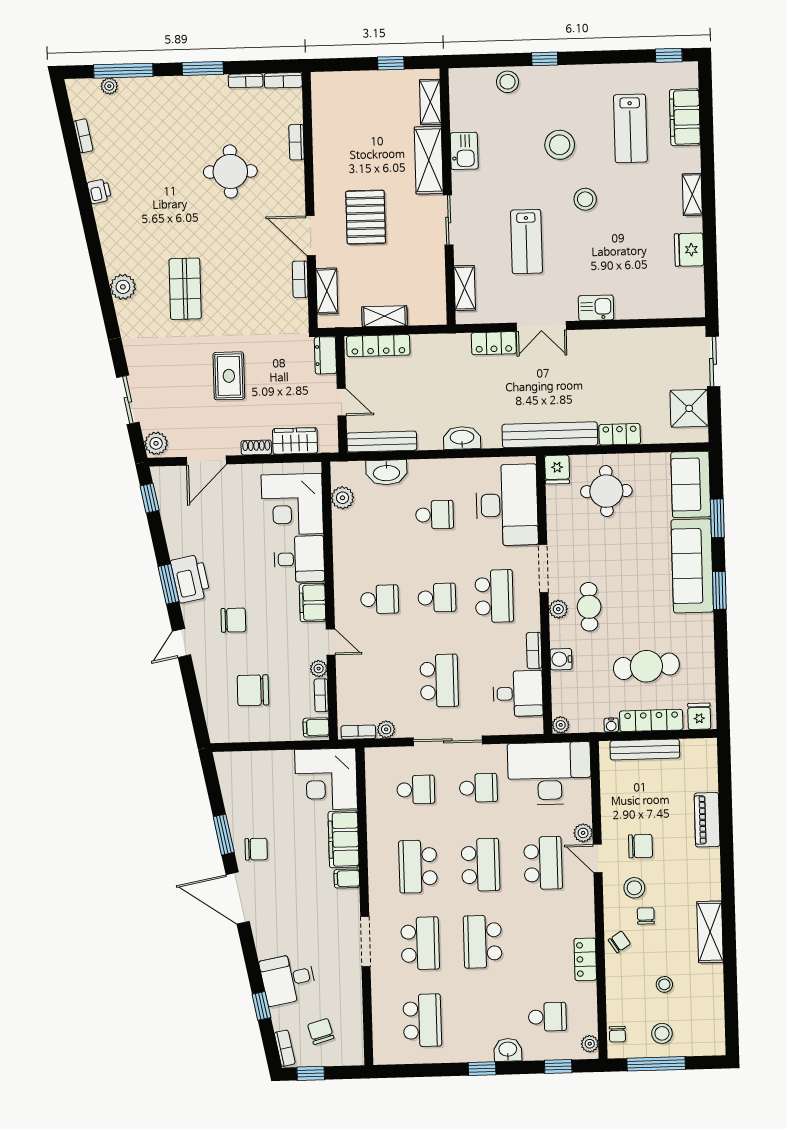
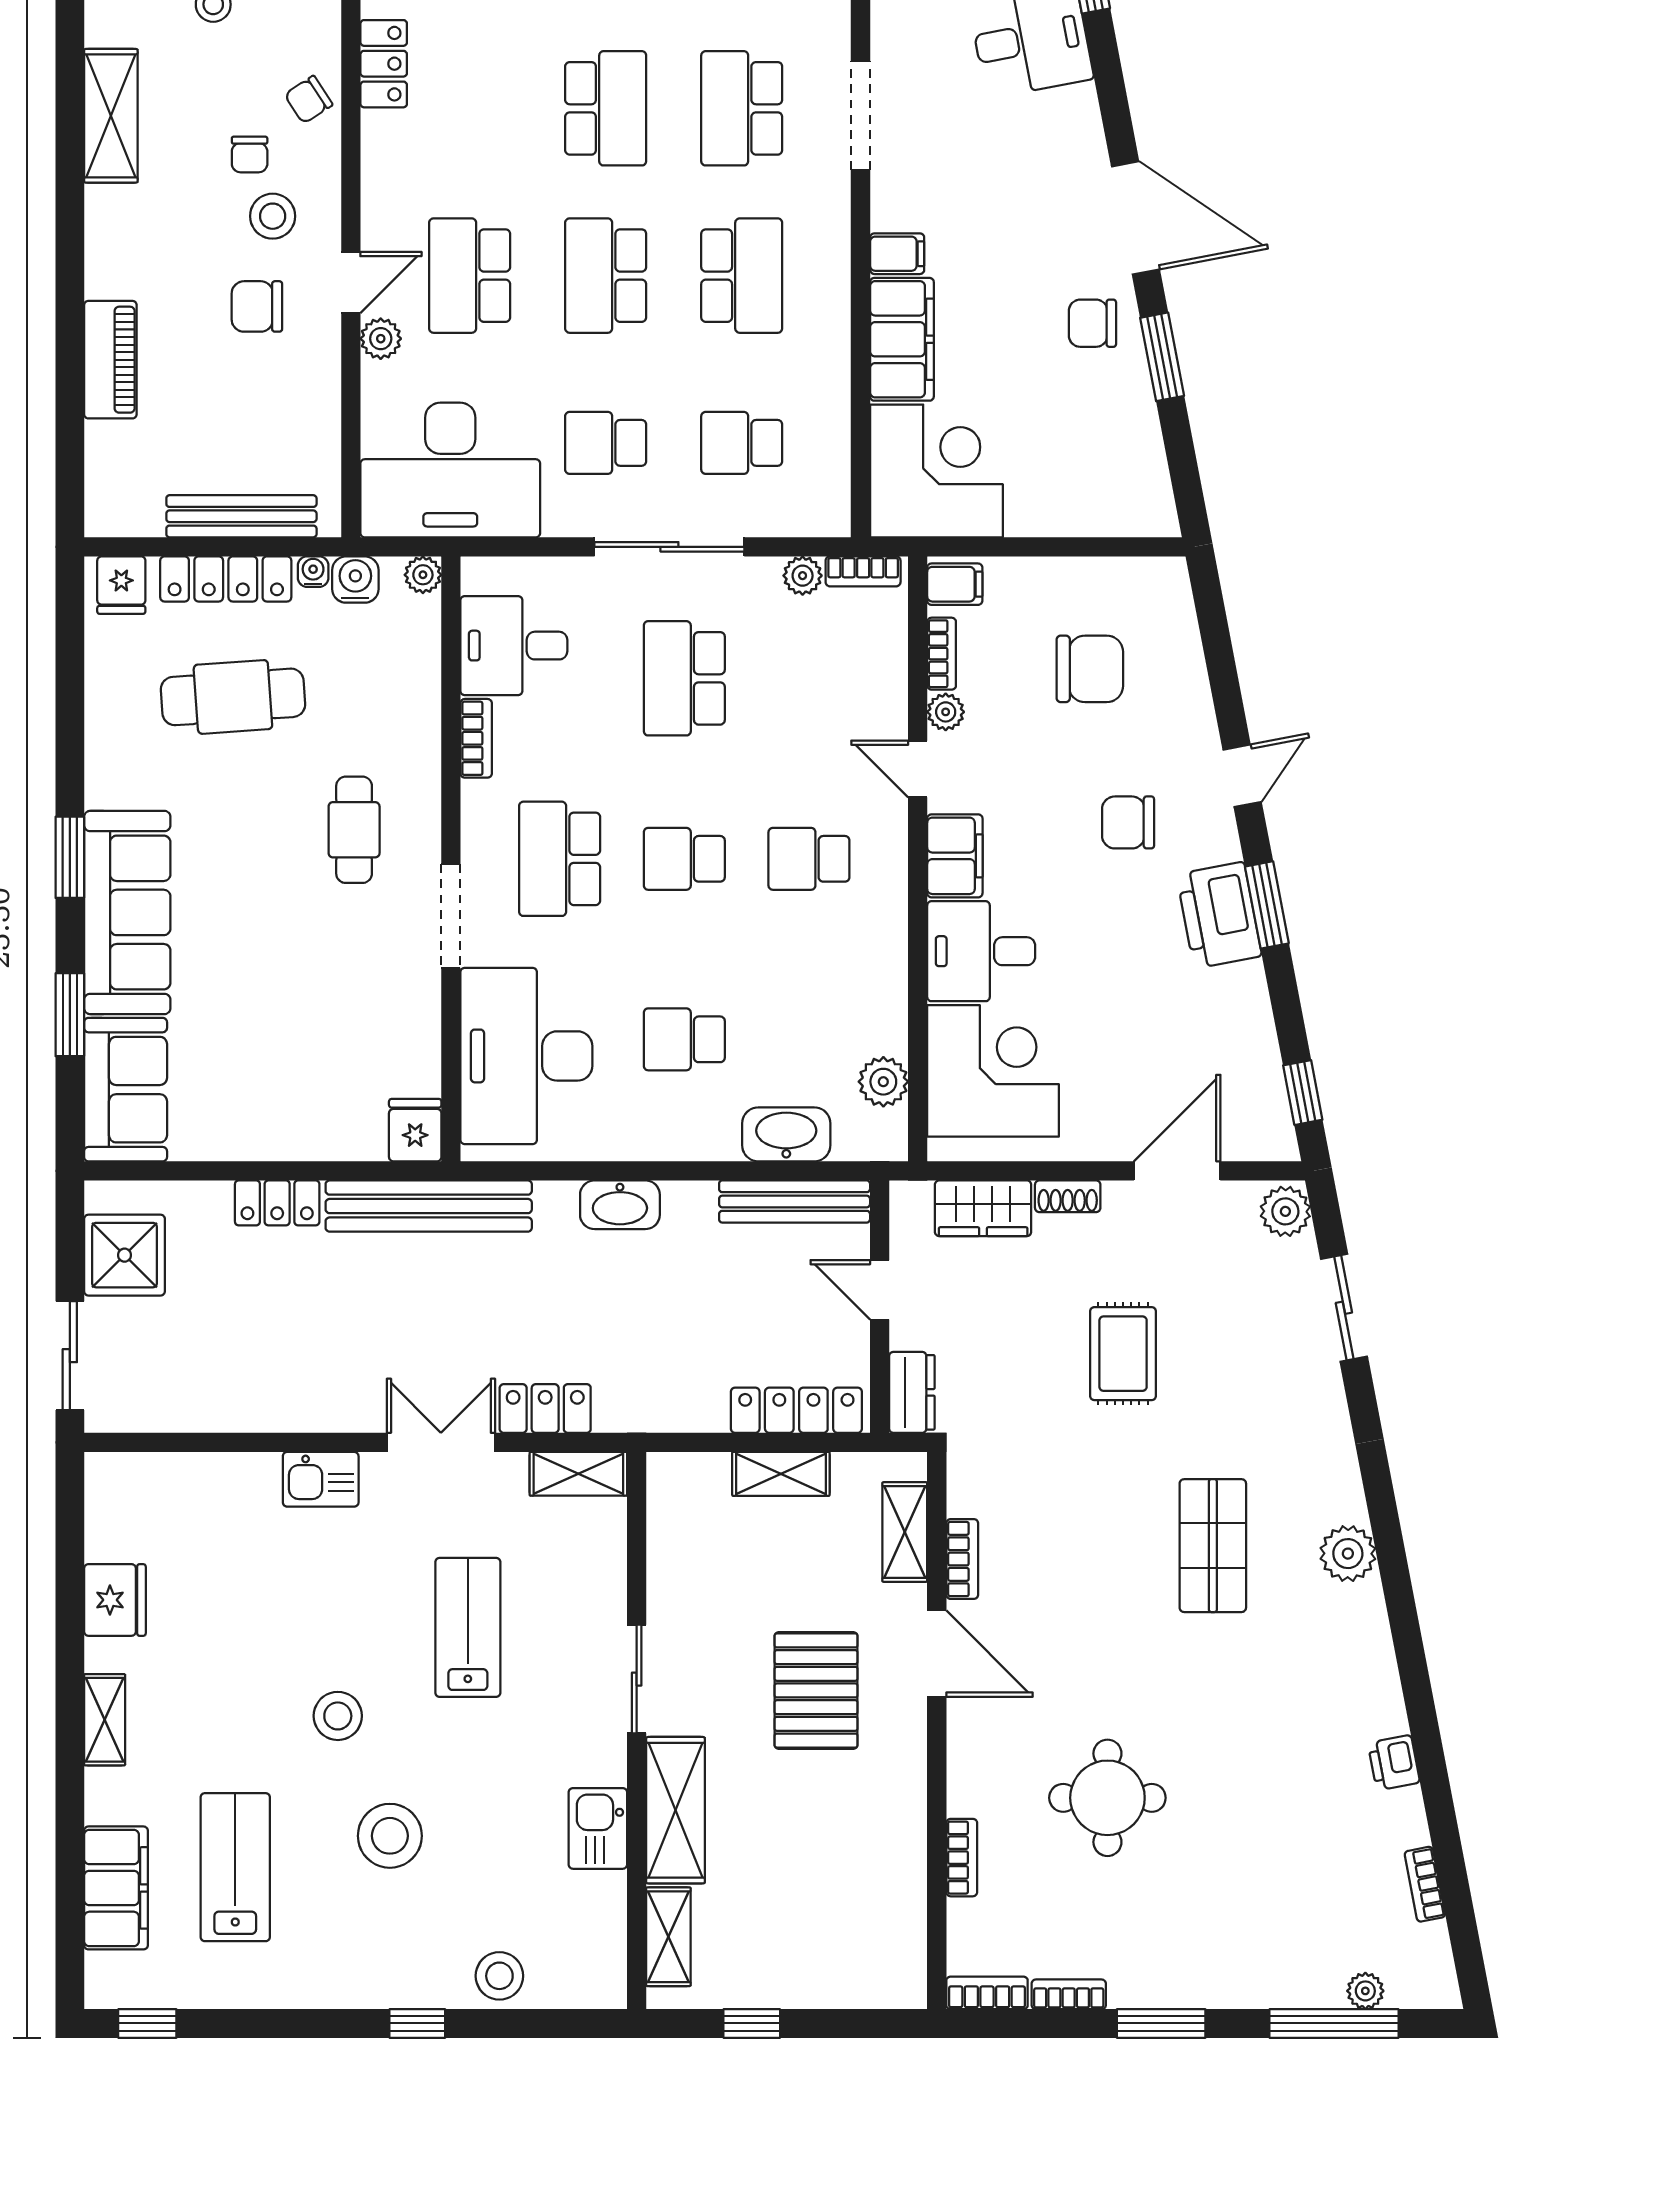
shelving: (465, 288) -> (578, 1474), moved, turned 90
round table: (606, 491) -> (309, 1080), removed
plant: (558, 609) -> (421, 827), removed
water cooler: (561, 659) -> (355, 580), moved, turned -90
door: (598, 858) -> (351, 282), hinge flipped

